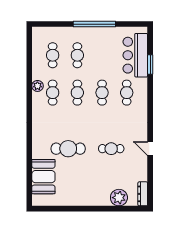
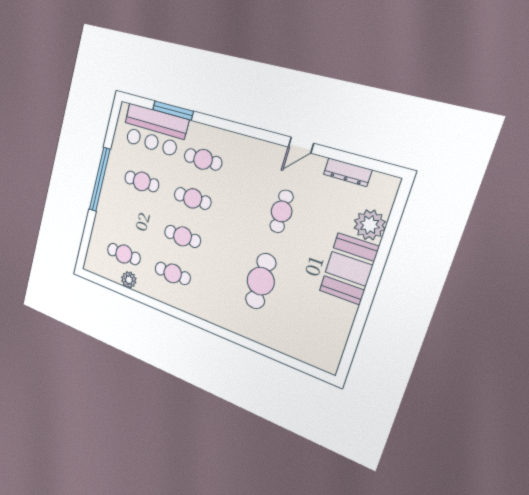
cafe table: (77, 55) -> (142, 181), moved
window: (150, 65) -> (173, 110), width x1.44
plant: (37, 86) -> (129, 280), moved
booth: (43, 177) -> (349, 269), moved, turned 90
dresser: (143, 194) -> (348, 172), moved

